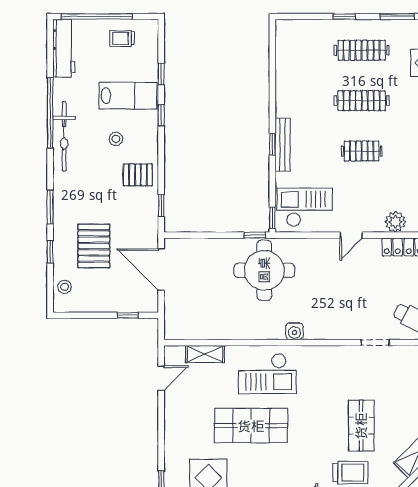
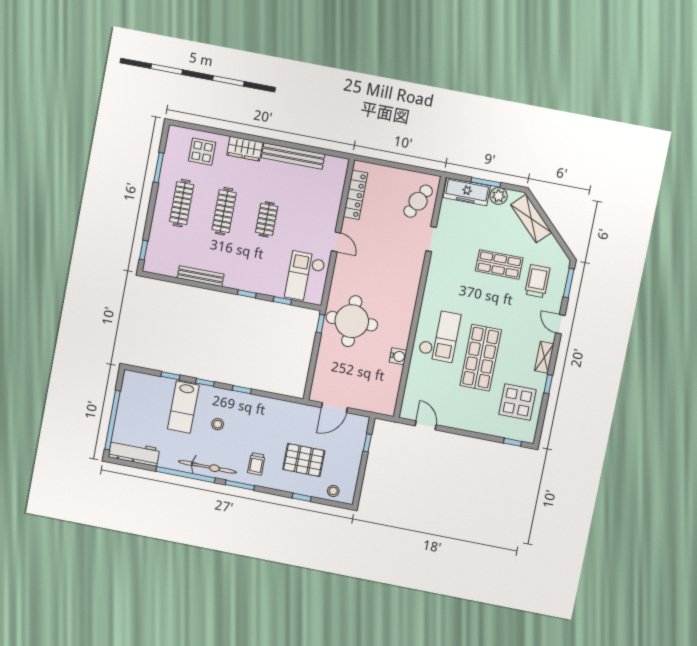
window: (344, 16) -> (144, 250), moved
trolley: (122, 38) -> (256, 464), moved
lab bench: (128, 96) -> (183, 407), turned 180
bench: (283, 145) -> (201, 276), moved
pallet: (138, 175) -> (251, 412), removed
window: (161, 205) -> (242, 390), moved
window: (50, 207) -> (240, 485), moved
window: (272, 218) -> (282, 301), moved
plant: (395, 222) -> (332, 202), removed
door: (161, 270) -> (334, 408), width x0.73
water cooler: (294, 331) -> (398, 356), moved
shelving: (205, 354) -> (413, 385), removed

